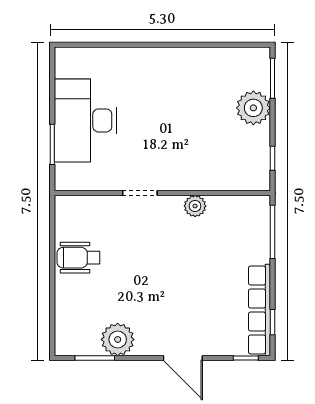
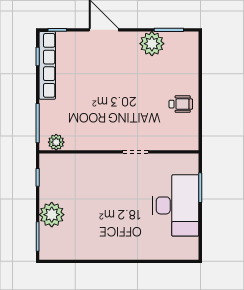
plant: (195, 206) -> (56, 142), moved
wheelchair: (79, 258) -> (181, 104), width x0.73, depth x0.73

